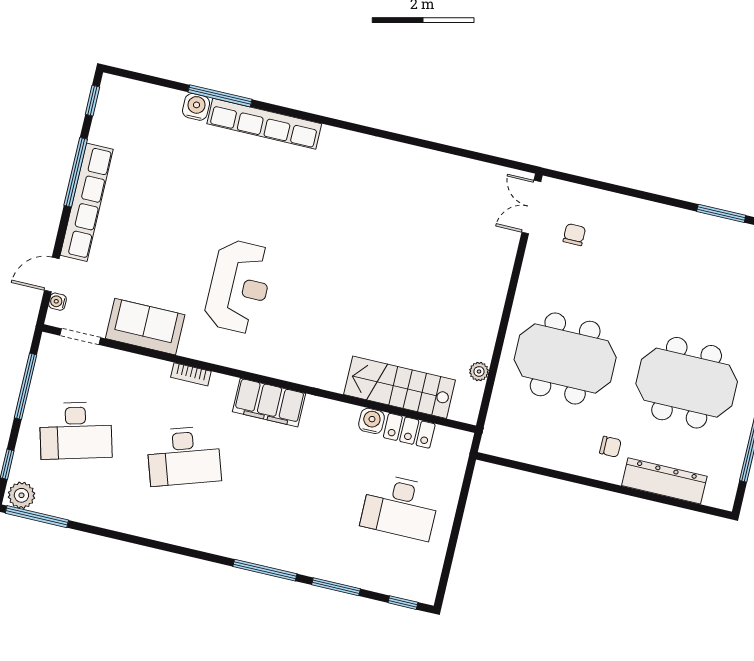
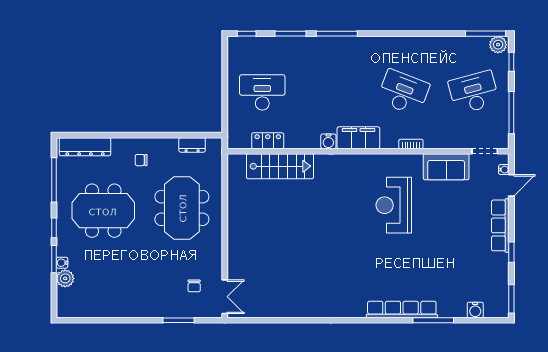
window: (92, 101) -> (511, 299), width x1.50
water cooler: (196, 107) -> (475, 310), moved
window: (76, 172) -> (511, 252), width x0.46
row of seats: (87, 202) -> (500, 225), width x0.73
window: (721, 213) -> (179, 320), moved
meeting table: (565, 358) -> (182, 208), turned 90
plant: (479, 371) -> (233, 187), removed
water cooler: (372, 421) -> (328, 141), moved
dresser: (527, 452) -> (192, 145), added
desk: (184, 456) -> (403, 92), turned 39
dresser: (664, 481) -> (85, 147), moved

